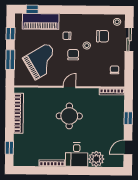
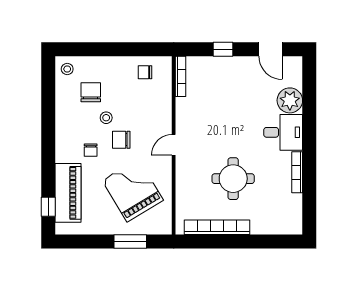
window: (10, 34) -> (88, 242), removed
sliding door: (129, 39) -> (95, 49), removed
door: (70, 87) -> (174, 145), hinge flipped
round table: (69, 116) -> (233, 179), moved
window: (9, 148) -> (273, 242), removed

